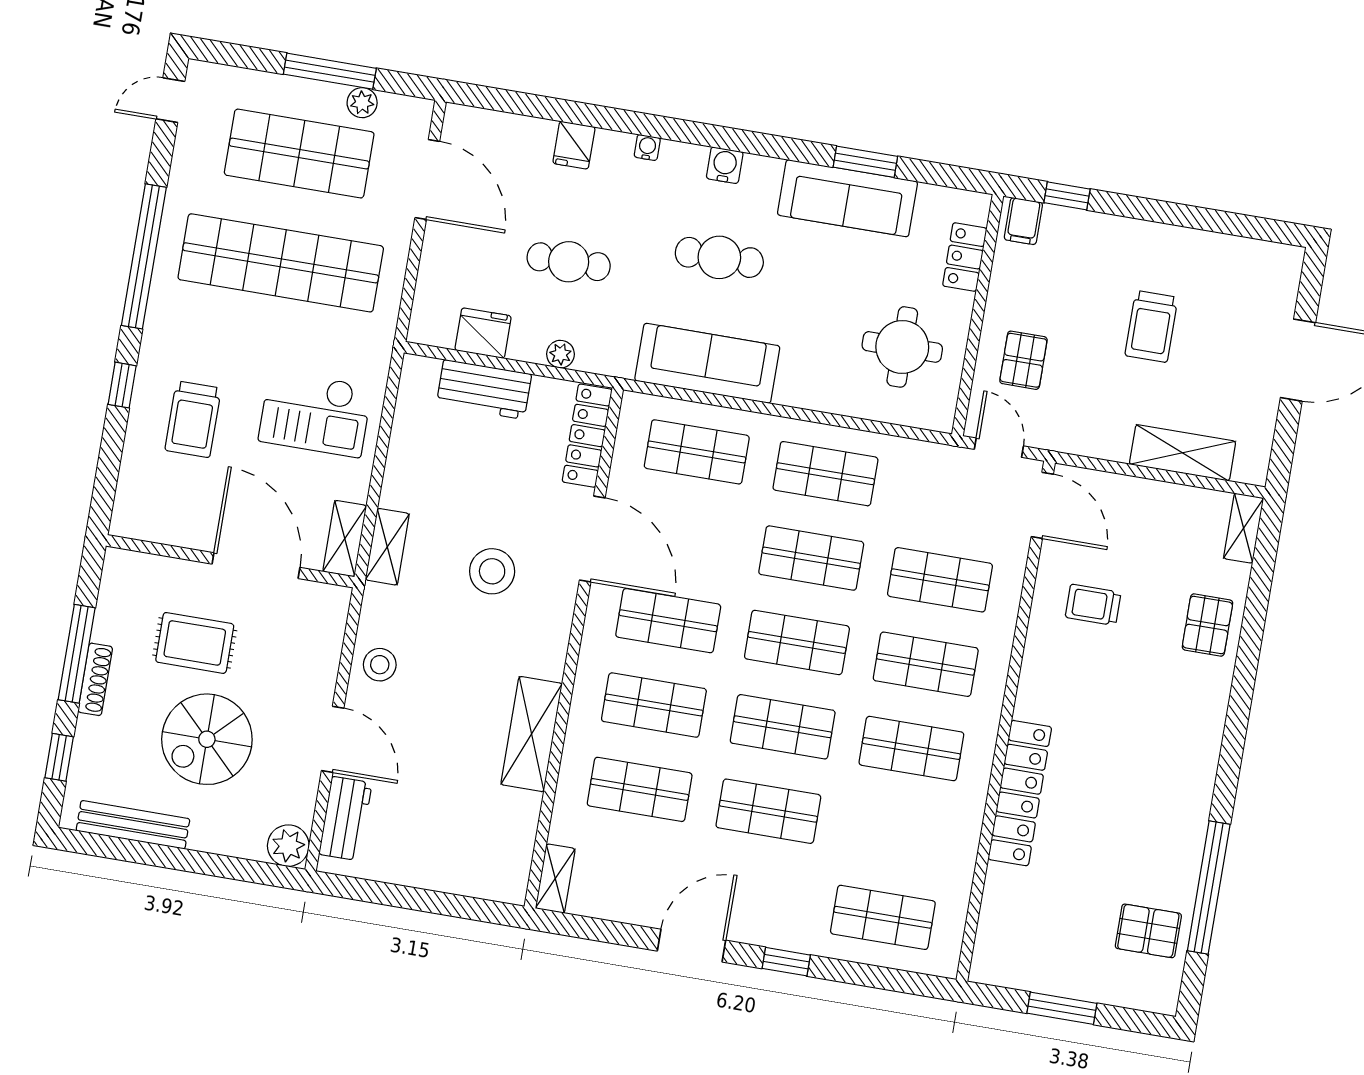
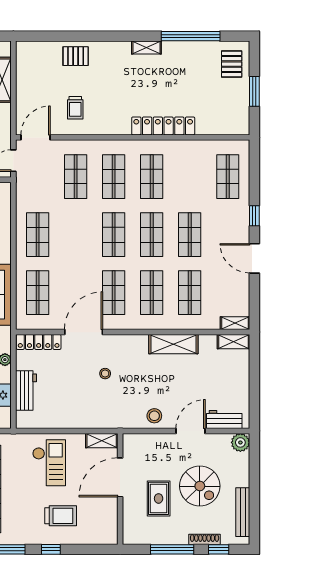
shelving: (1244, 528) -> (146, 47), moved
shelving: (387, 547) -> (233, 342), moved
shop shelf: (811, 558) -> (76, 235), removed
stool: (492, 571) -> (105, 374), width x0.53, depth x0.53
shoe rack: (95, 679) -> (205, 539), moved
pallet: (1148, 931) -> (232, 64), moved

